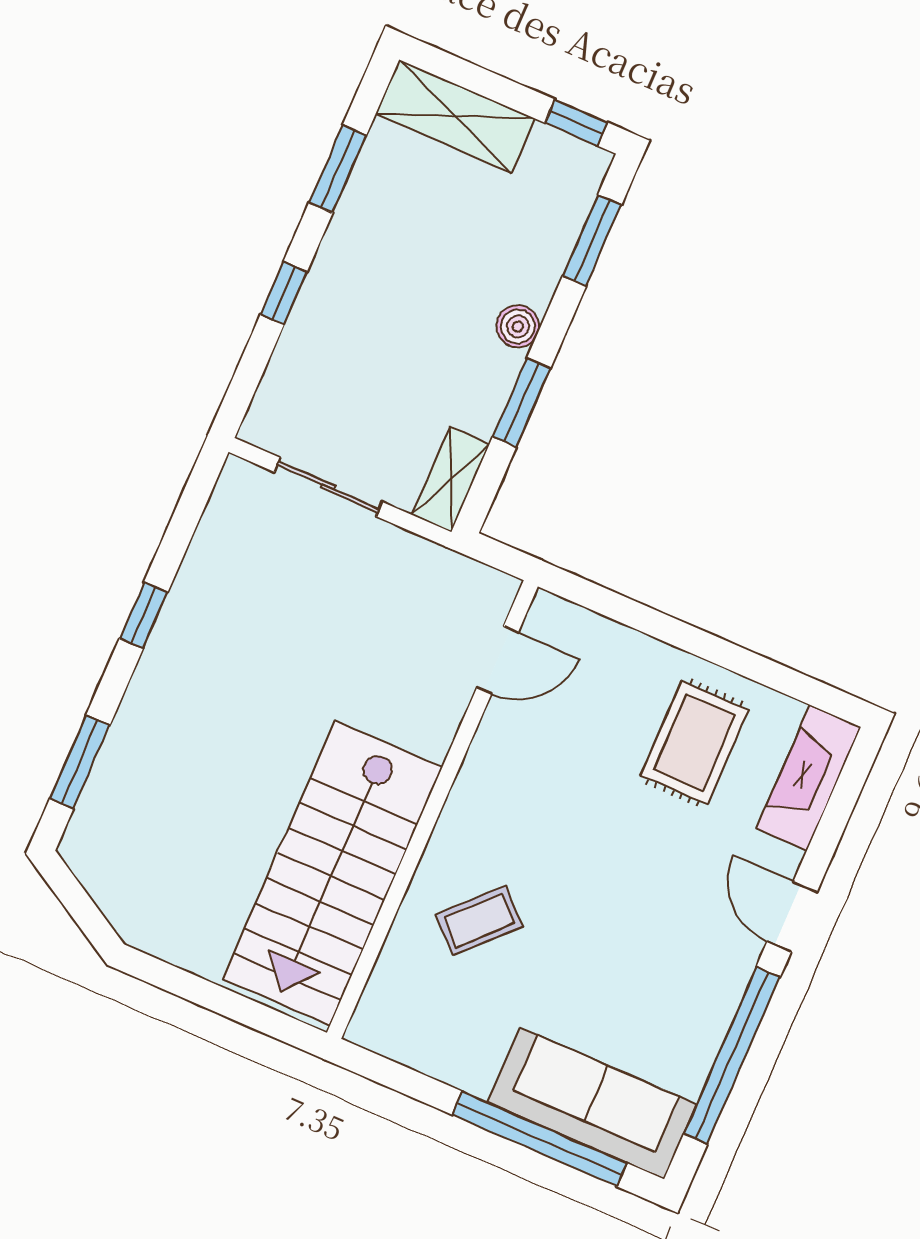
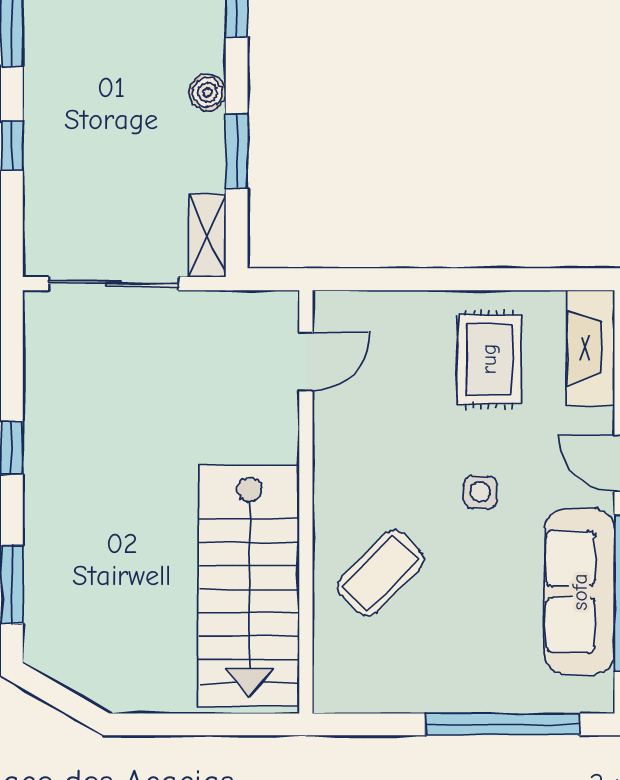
sliding door: (328, 487) -> (113, 284), width x1.37
side table: (623, 880) -> (480, 492), added
coffee table: (479, 920) -> (381, 573), width x1.36, depth x1.30
sofa: (592, 1103) -> (580, 592), moved, turned -90

